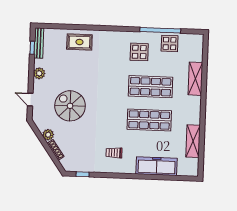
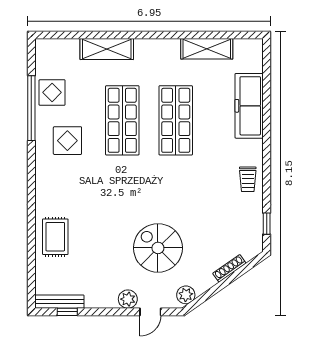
plant: (39, 73) -> (128, 299), moved
spiral stairs: (70, 106) -> (158, 248), turned 90
plant: (48, 135) -> (186, 295), moved
trolley: (114, 153) -> (248, 179), moved

